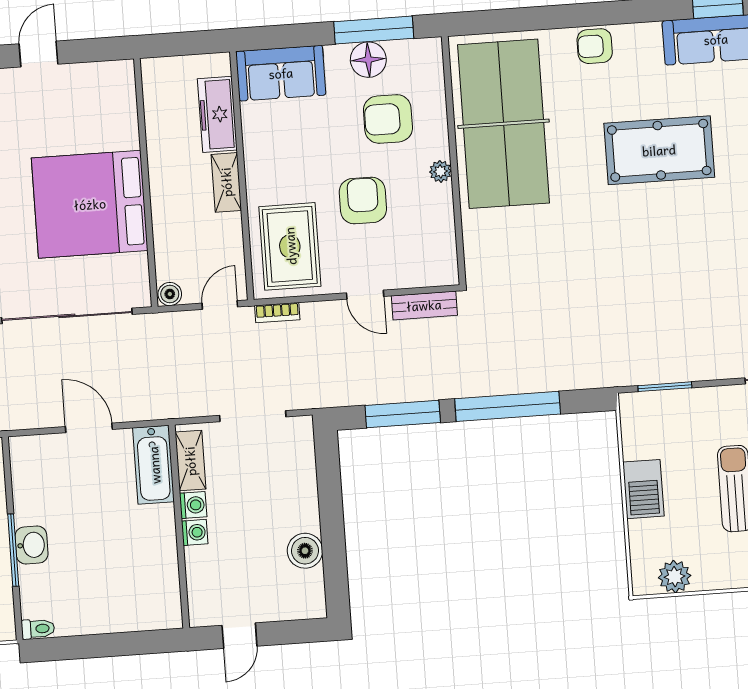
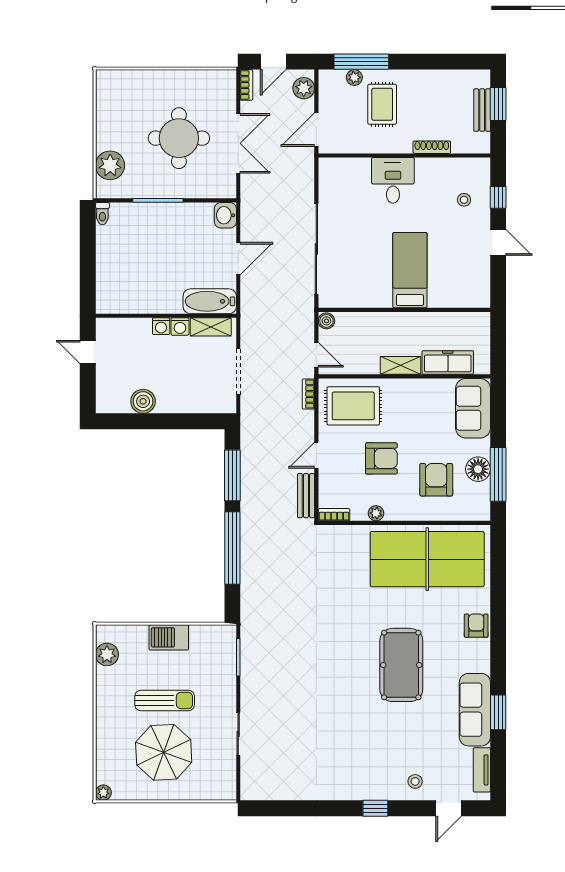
plant: (440, 171) -> (376, 513), moved
bed: (90, 204) -> (410, 270), width x0.49
bookcase: (449, 263) -> (334, 515), added
washbasin: (31, 545) -> (225, 215), moved, turned 90

